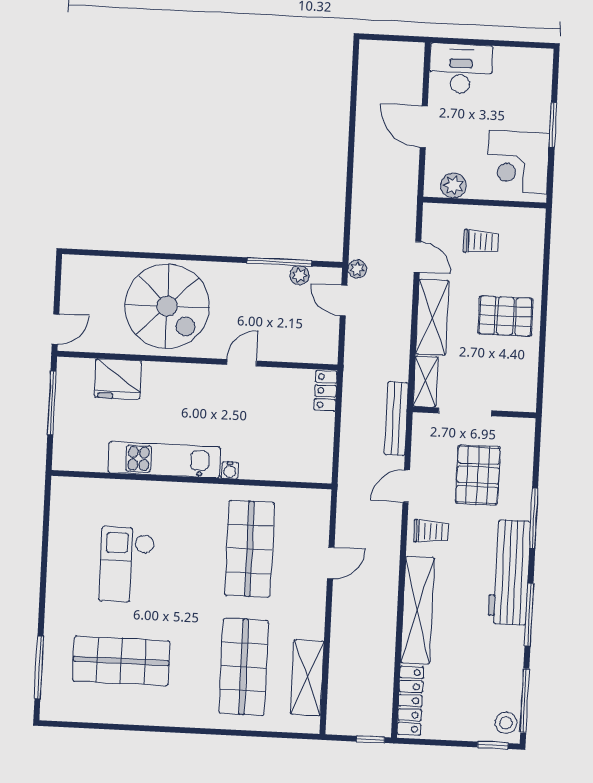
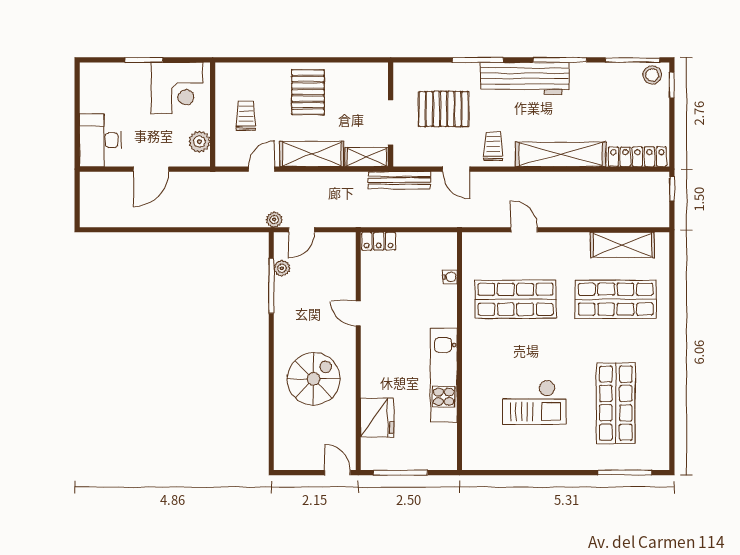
spiral stairs: (167, 306) -> (314, 379), width x0.73, depth x0.73
water cooler: (230, 470) -> (450, 277), moved

